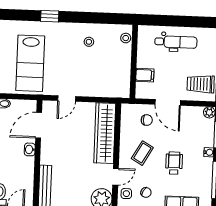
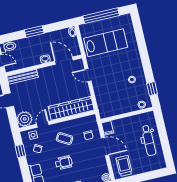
window: (50, 16) -> (152, 89), moved
lab bench: (30, 63) -> (106, 43), turned 180
filing cabinet: (145, 75) -> (108, 128), moved
door: (168, 102) -> (105, 146), swing flipped
door: (116, 177) -> (43, 124), swing flipped

